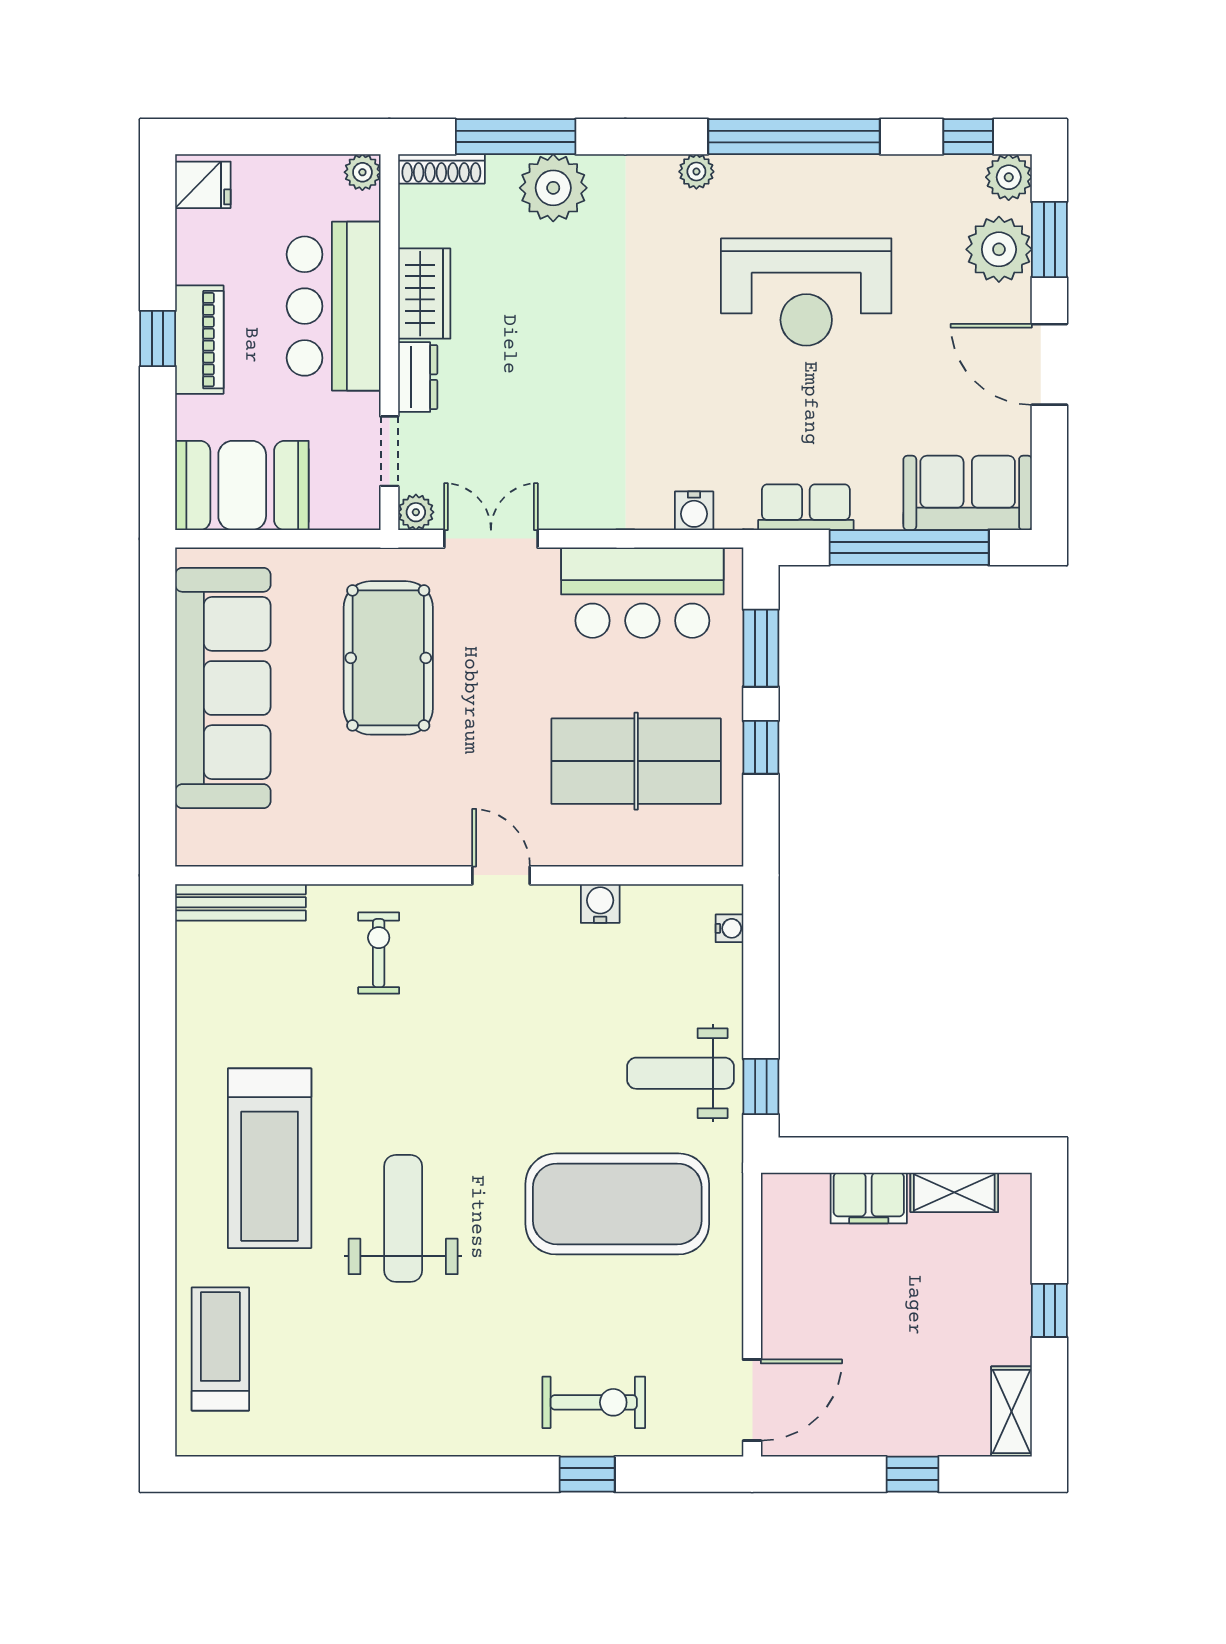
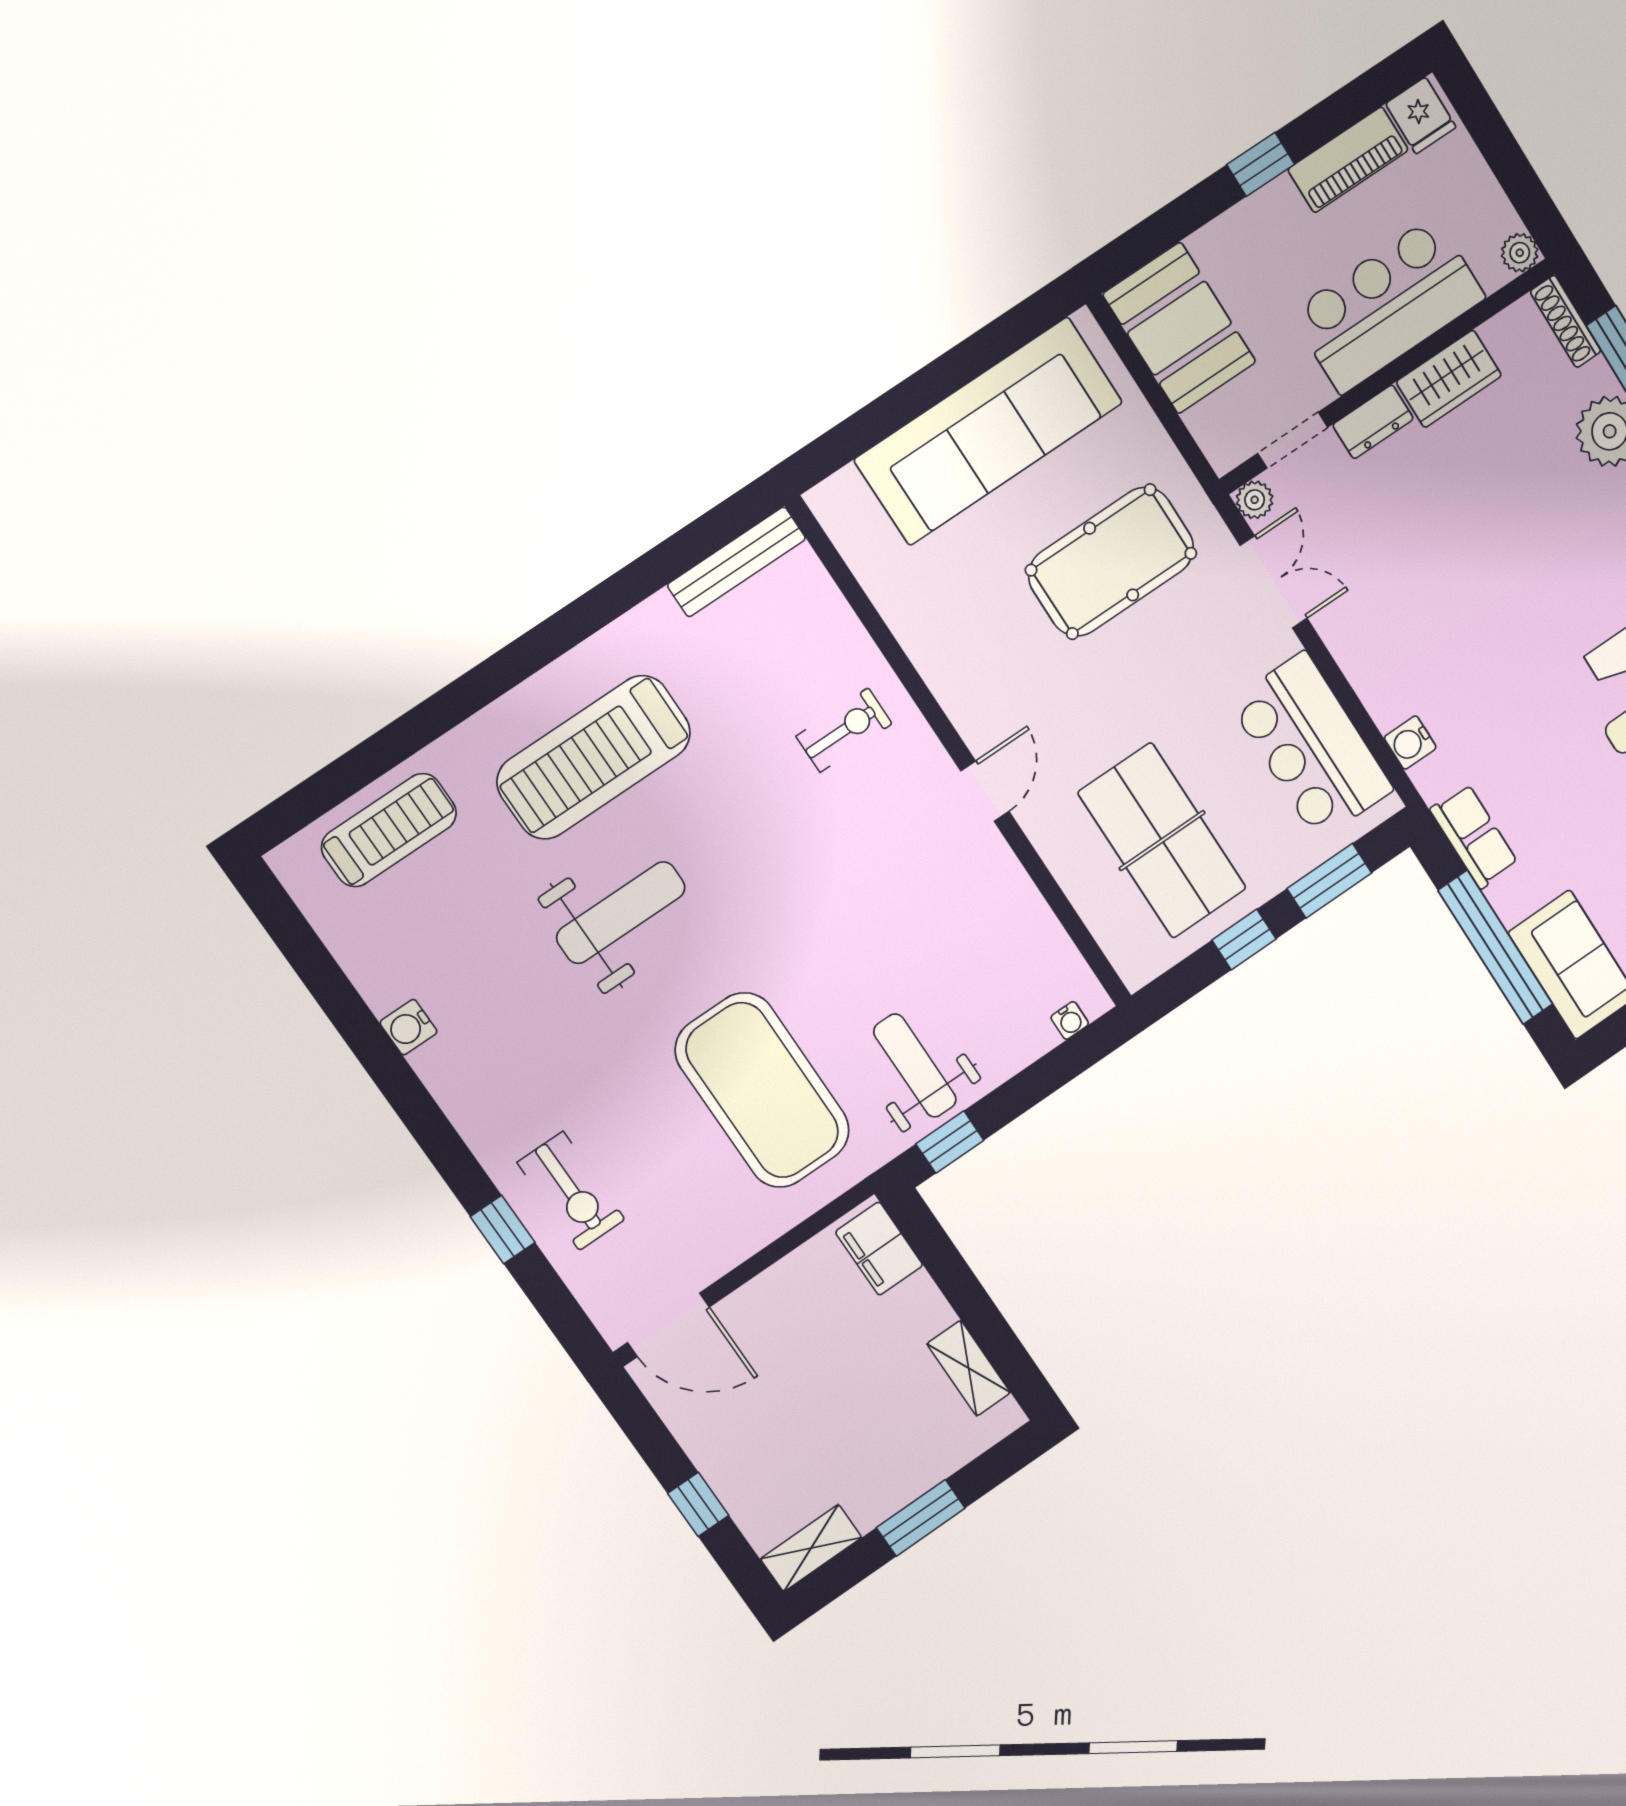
piano: (199, 340) -> (1348, 160), moved
bench: (240, 902) -> (736, 562), moved, turned 90
water cooler: (600, 903) -> (409, 1027), moved, turned 180
filing cabinet: (869, 1198) -> (879, 1249), moved
window: (1049, 1310) -> (921, 1518), width x1.50

